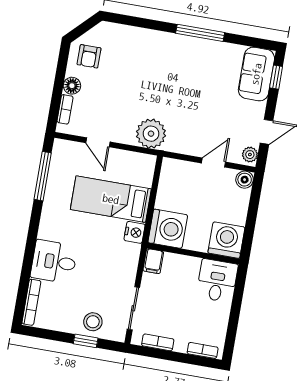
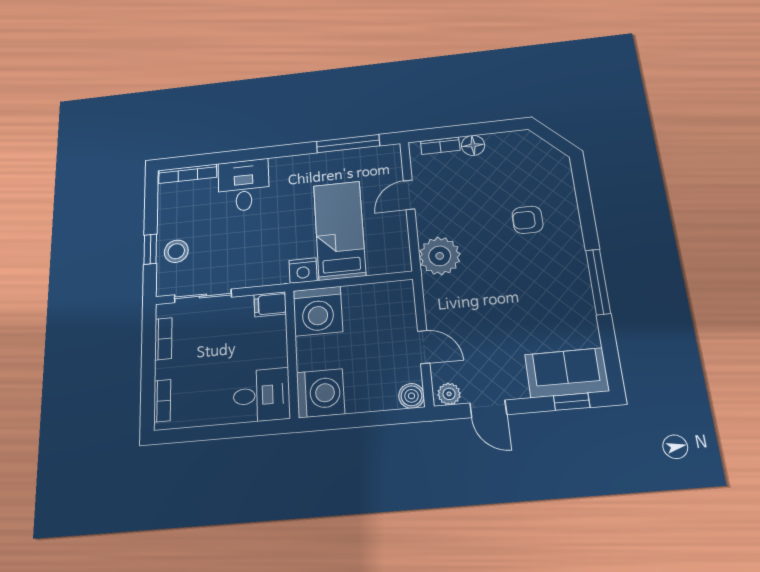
armchair: (89, 56) -> (528, 220), moved

